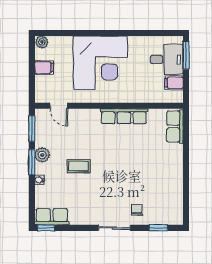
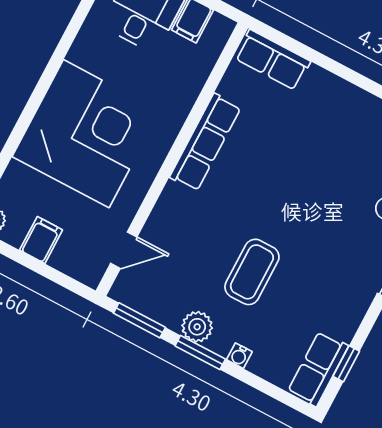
coffee table: (79, 166) -> (252, 272), width x1.36, depth x1.30
window: (46, 228) -> (346, 364), moved

